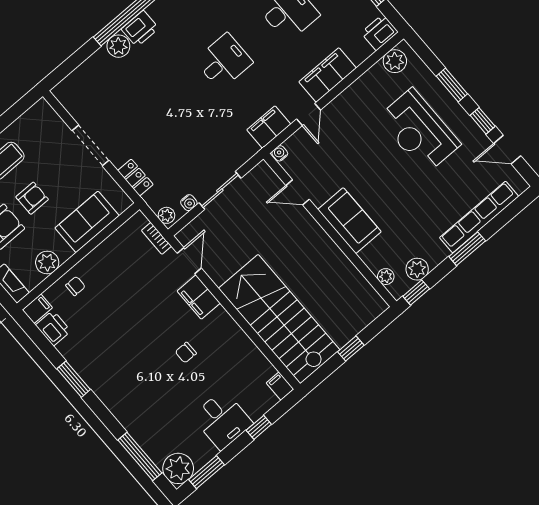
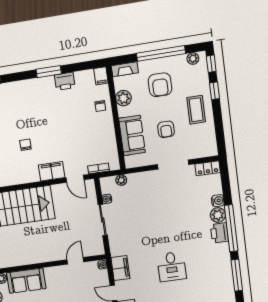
water cooler: (100, 58) -> (218, 201), added
locker: (135, 178) -> (208, 168), moved
armchair: (32, 198) -> (166, 129), moved
plant: (166, 215) -> (121, 180), moved
sofa: (349, 221) -> (26, 281), moved
printer: (53, 328) -> (65, 81), moved

